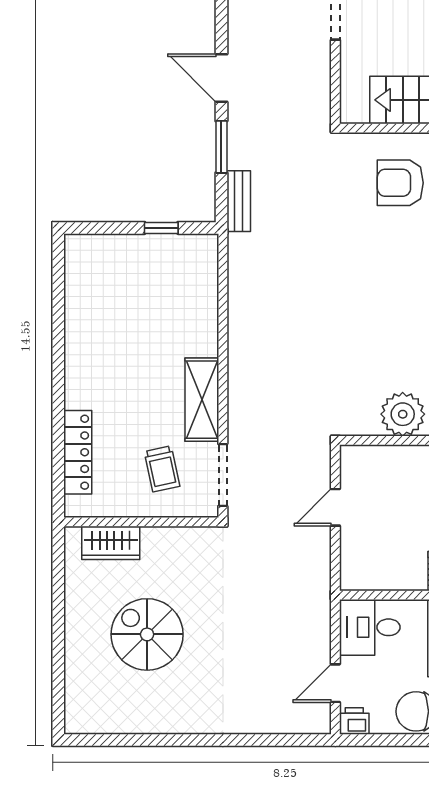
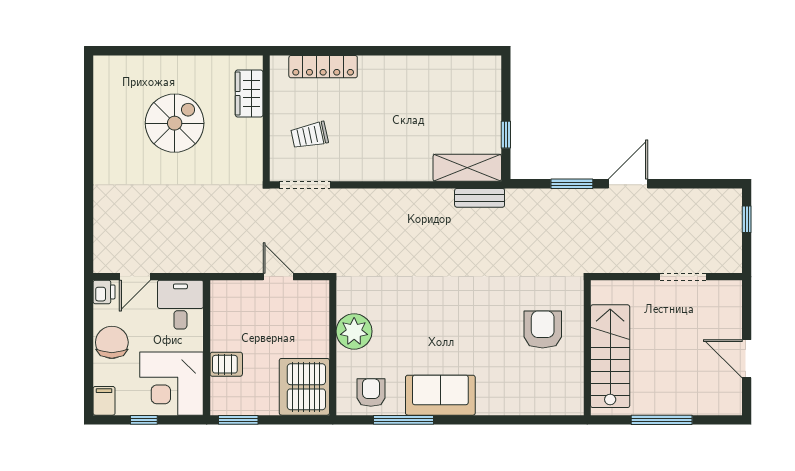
bench: (239, 201) -> (480, 198), moved
shelving: (202, 400) -> (467, 168), moved
door: (335, 683) -> (135, 277), swing flipped

